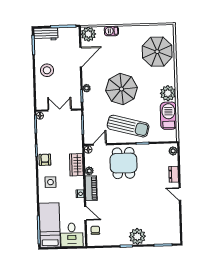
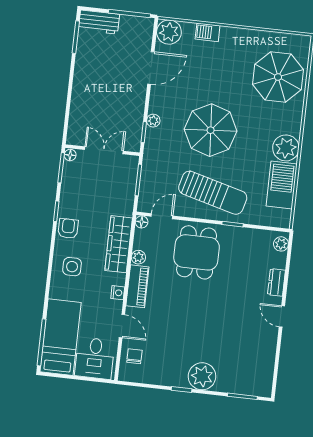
stool: (47, 70) -> (92, 82), removed
wardrobe: (76, 165) -> (119, 244), width x1.50

